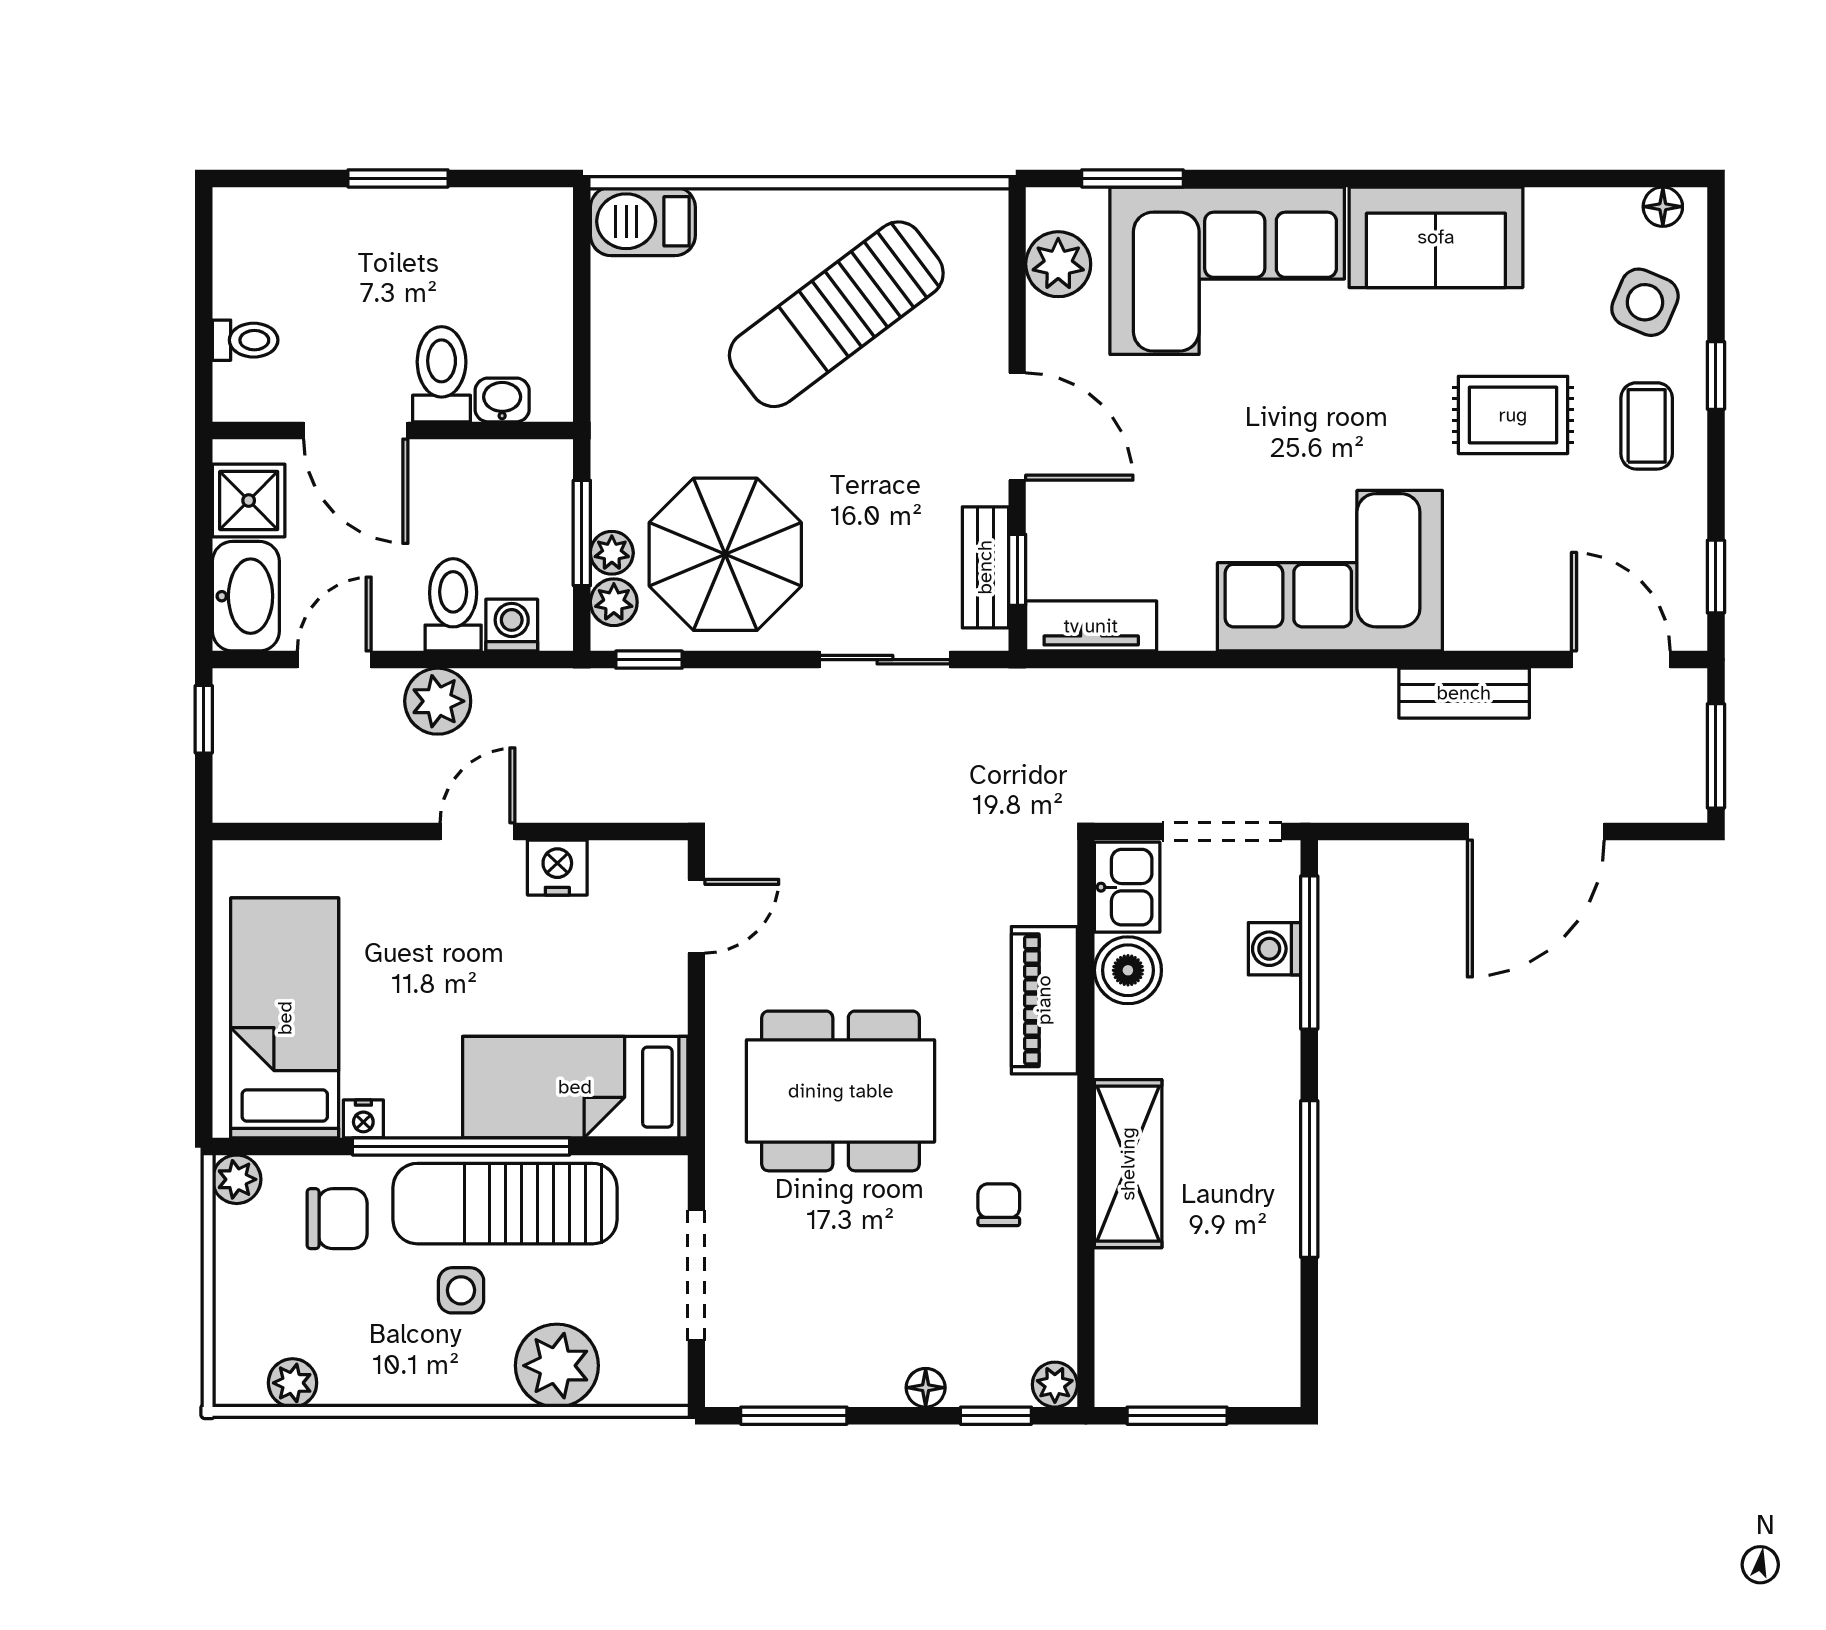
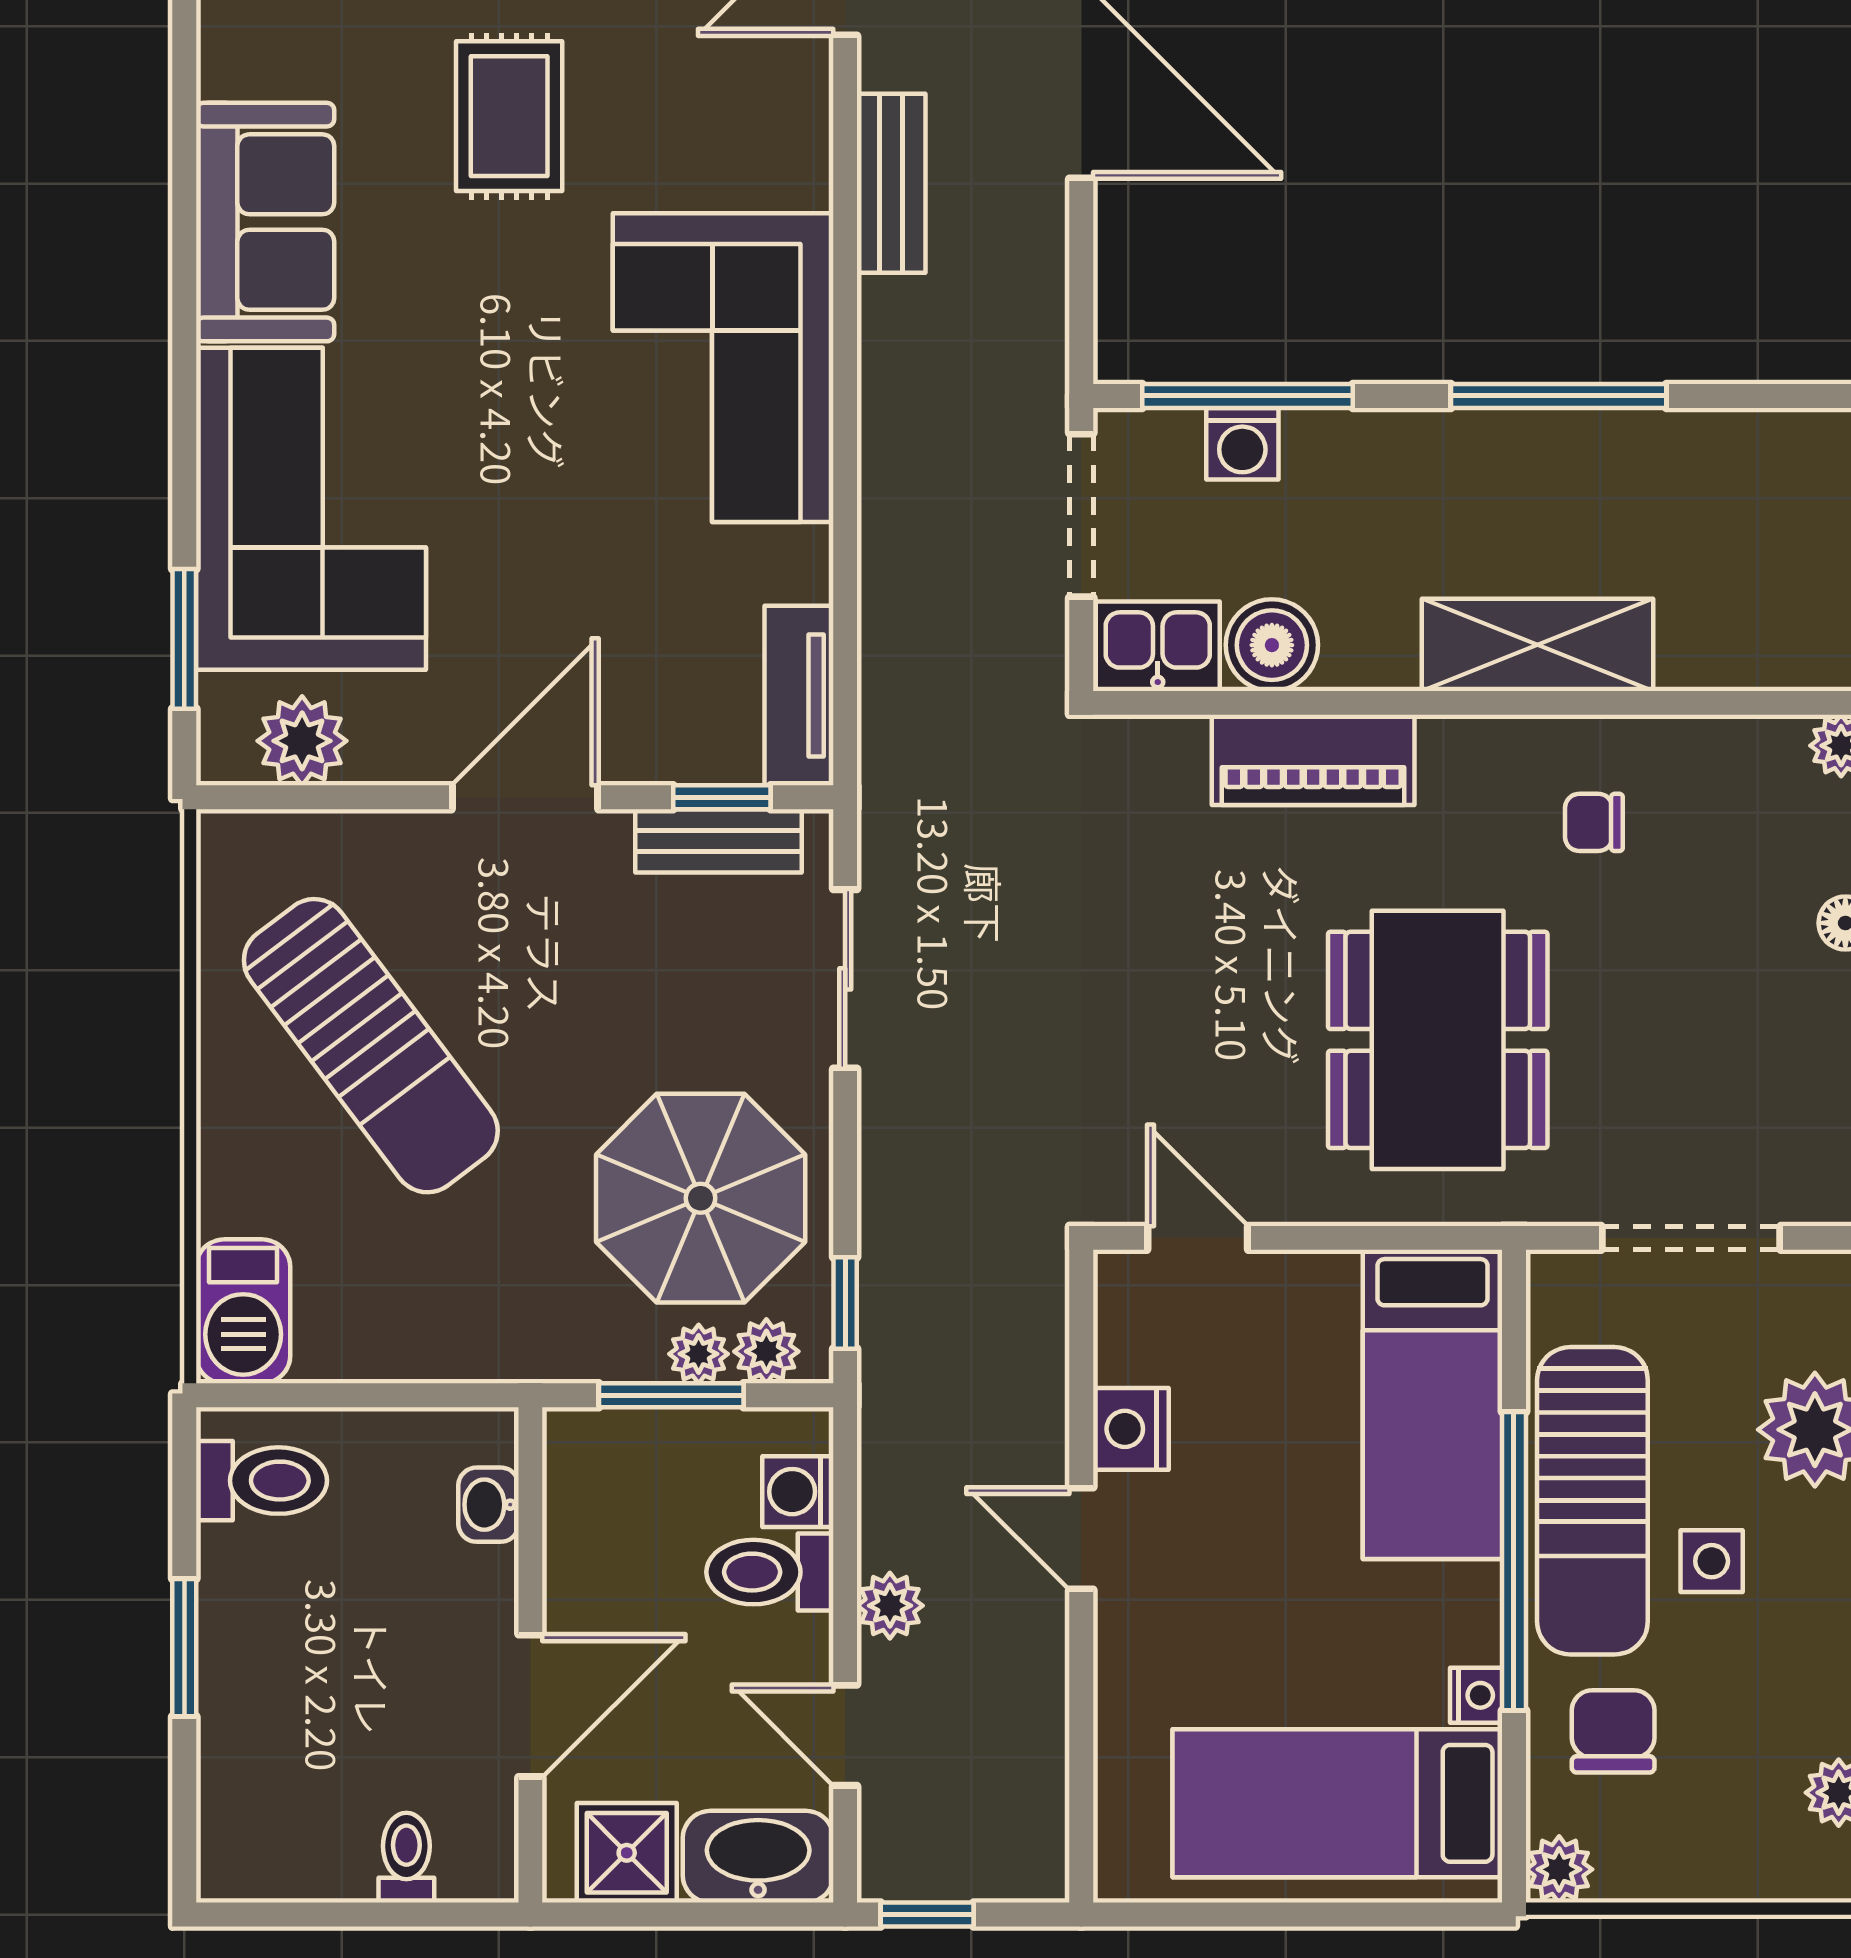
toilet: (442, 374) -> (261, 1481), moved, turned 180
plant: (438, 701) -> (890, 1606), width x0.73, depth x0.73

